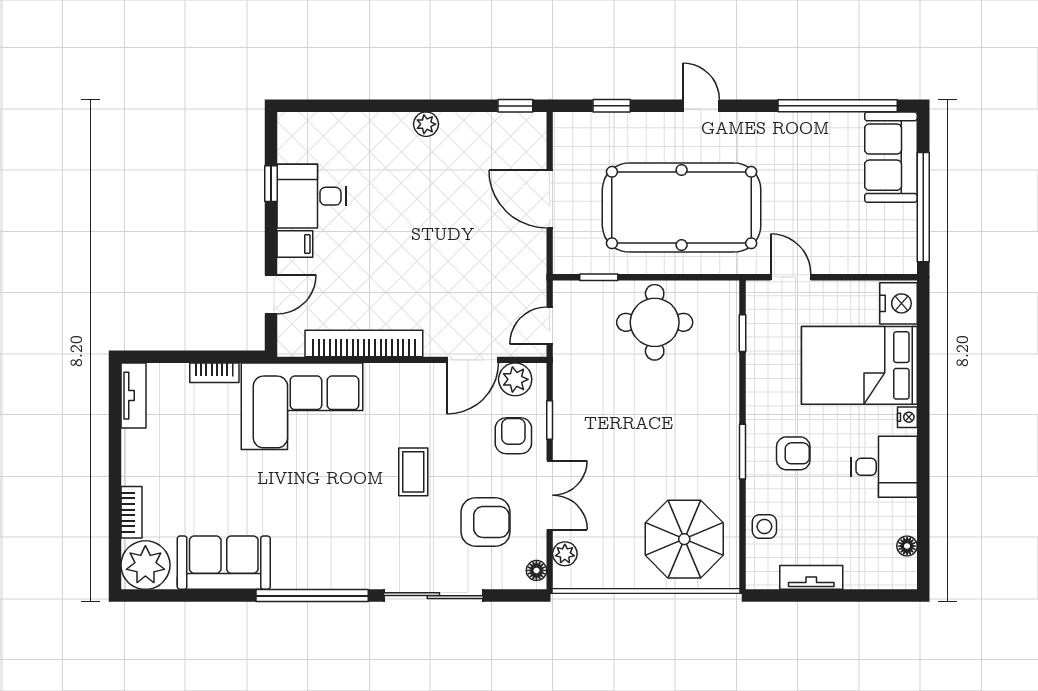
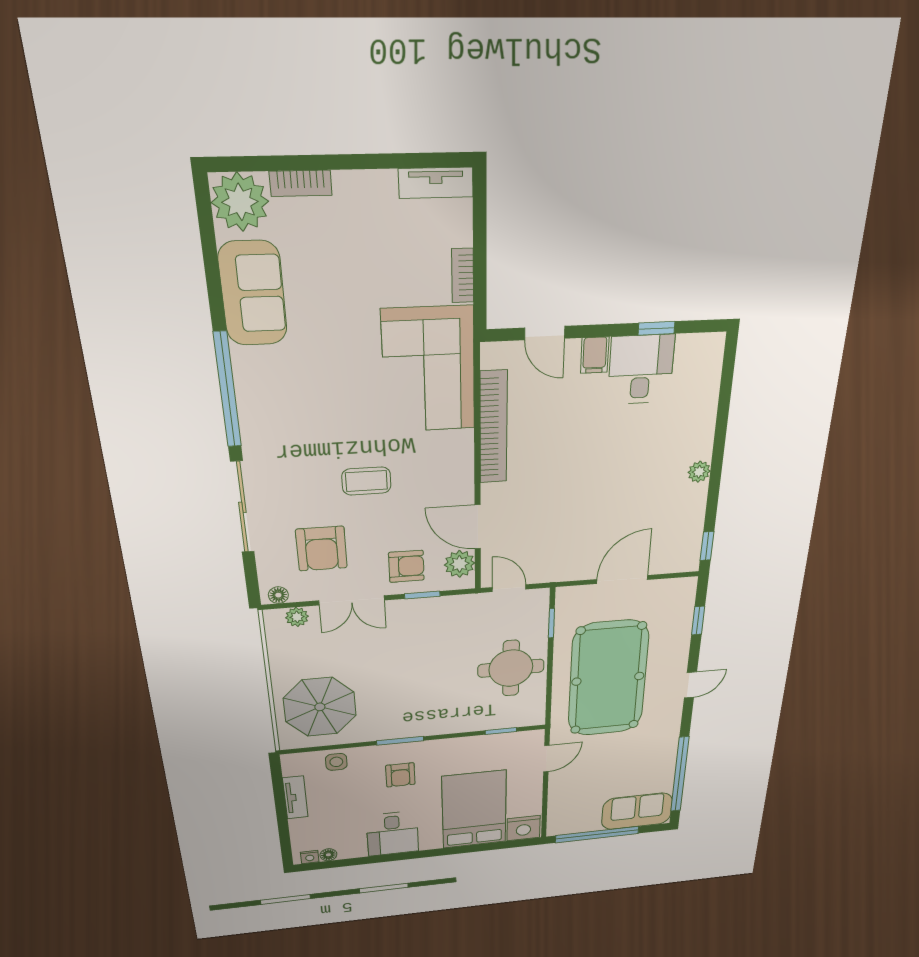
nightstand: (907, 417) -> (310, 857), moved

